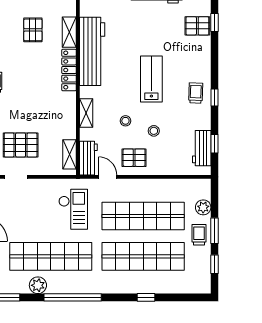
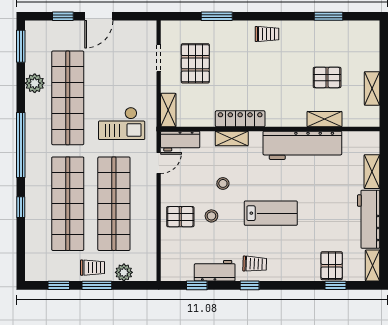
locker: (69, 70) -> (240, 119), moved
workbench: (202, 148) -> (215, 271), moved
shelving: (69, 154) -> (168, 110), moved, turned 90
pallet: (134, 158) -> (180, 217), moved, turned 90
window: (73, 297) -> (21, 145), moved

